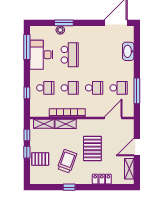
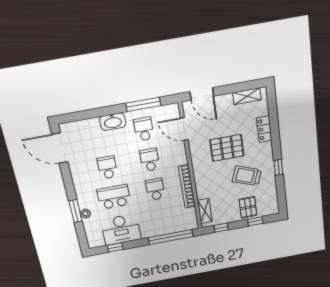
window: (27, 47) -> (115, 247), width x0.46
washbasin: (128, 51) -> (113, 122), moved
school desk: (45, 88) -> (107, 167), moved
window: (27, 93) -> (171, 237), width x3.17
shelving: (66, 124) -> (201, 186), removed
door: (137, 147) -> (202, 94), moved
window: (27, 152) -> (255, 221), moved

